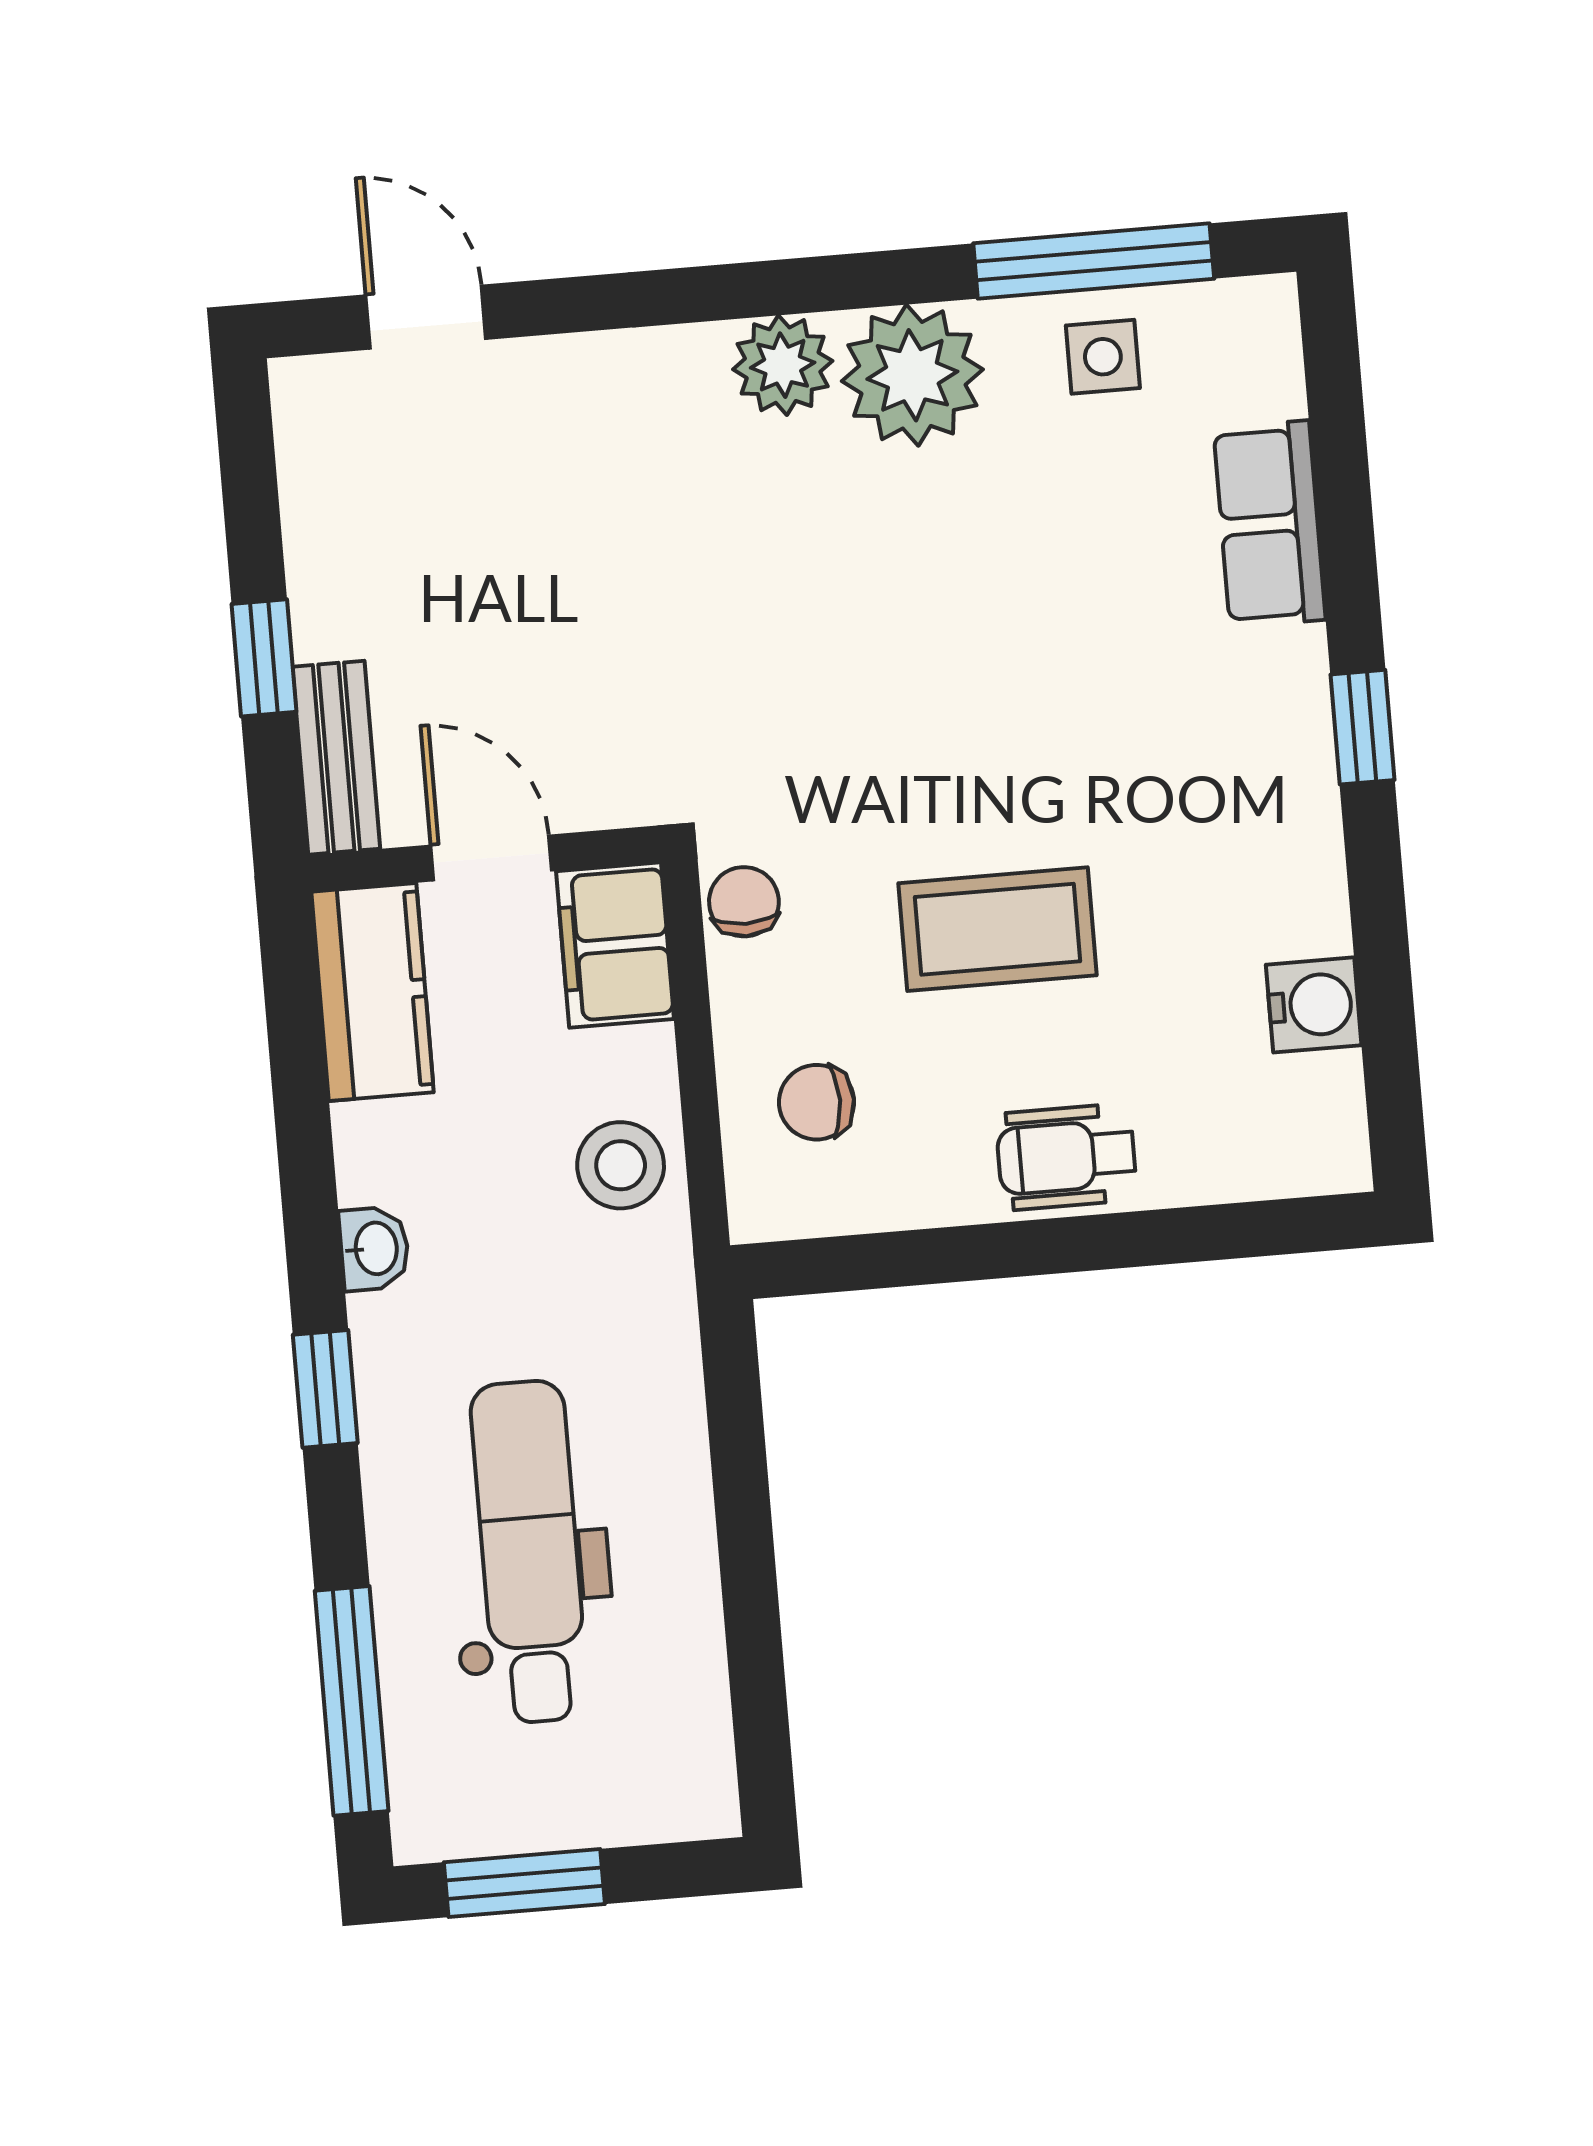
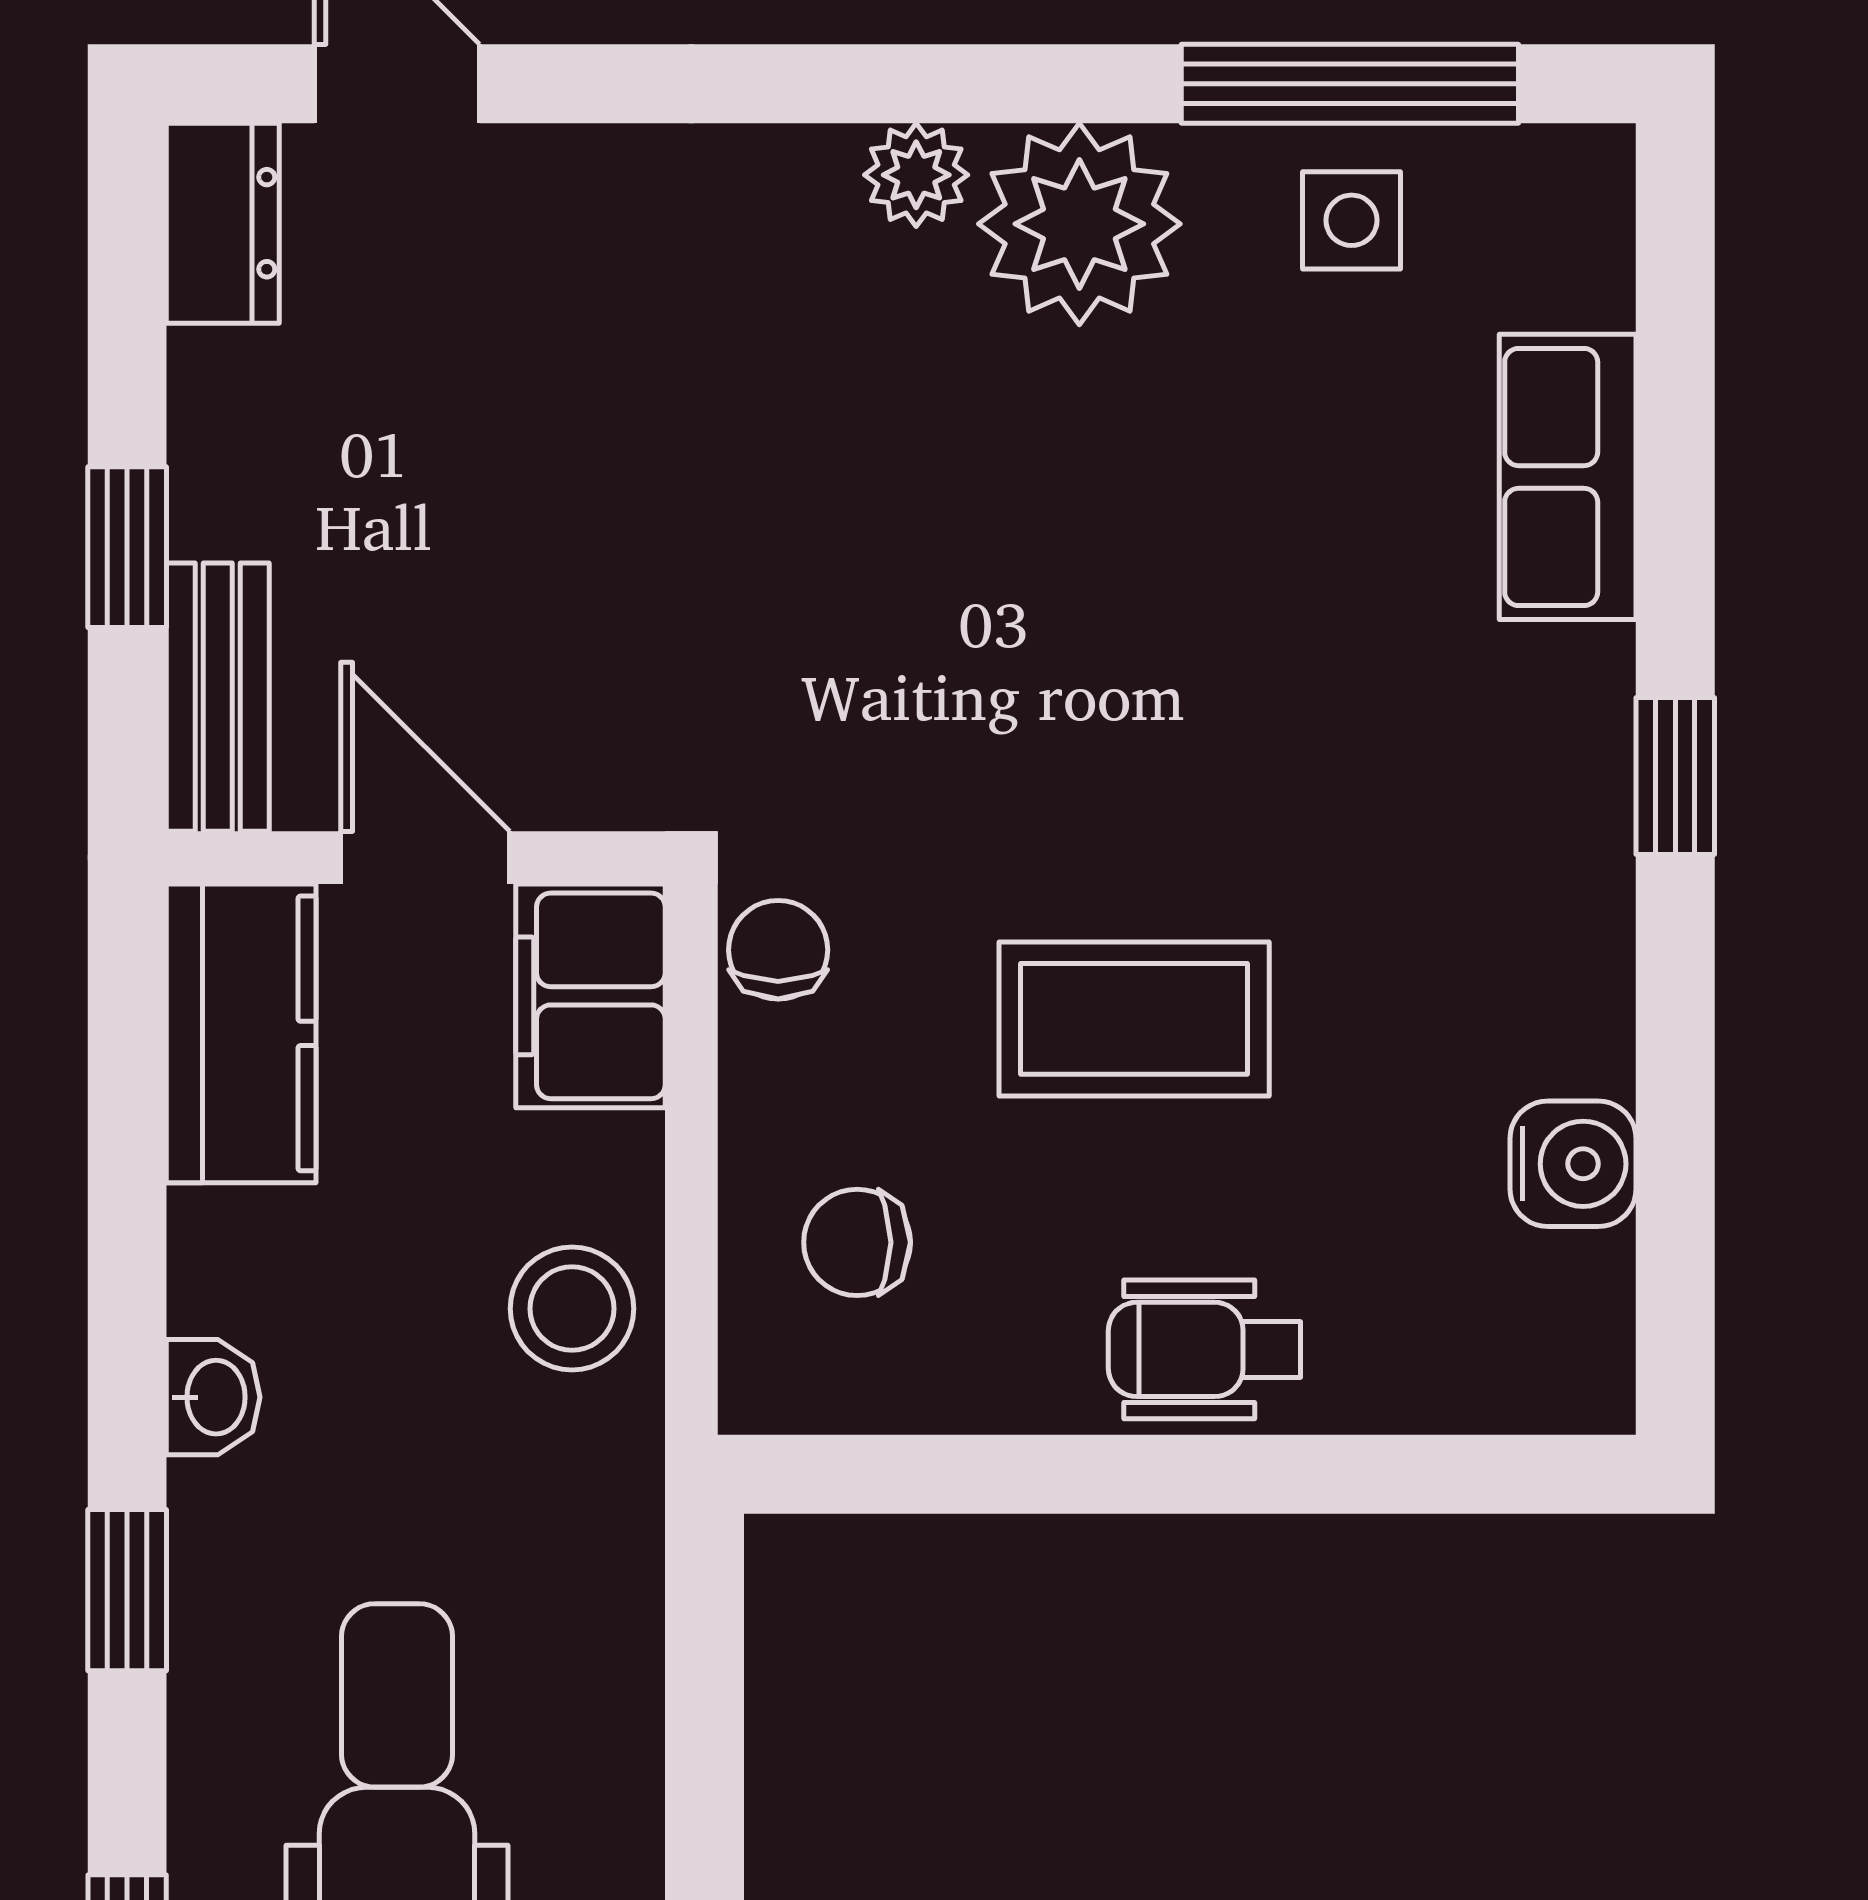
plant: (783, 365) -> (916, 175), width x0.73, depth x0.73
dresser: (312, 425) -> (223, 223), added

